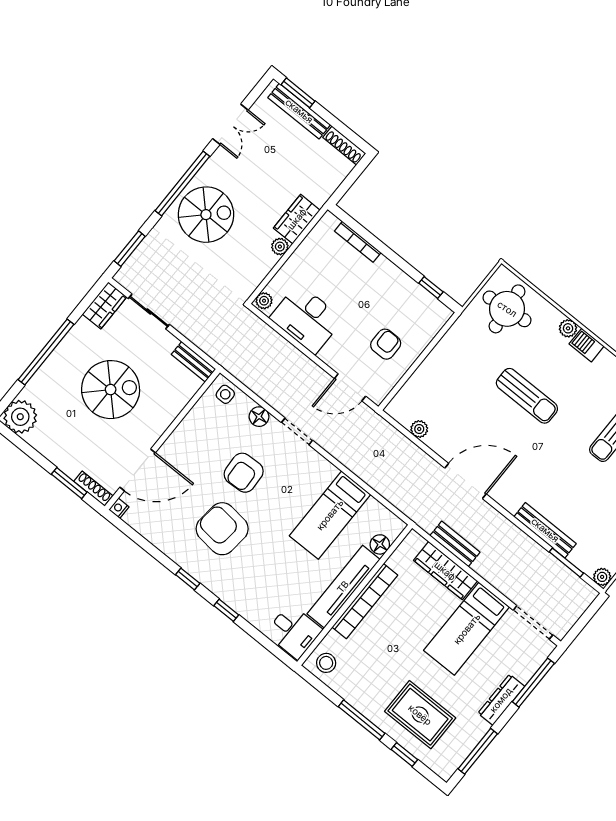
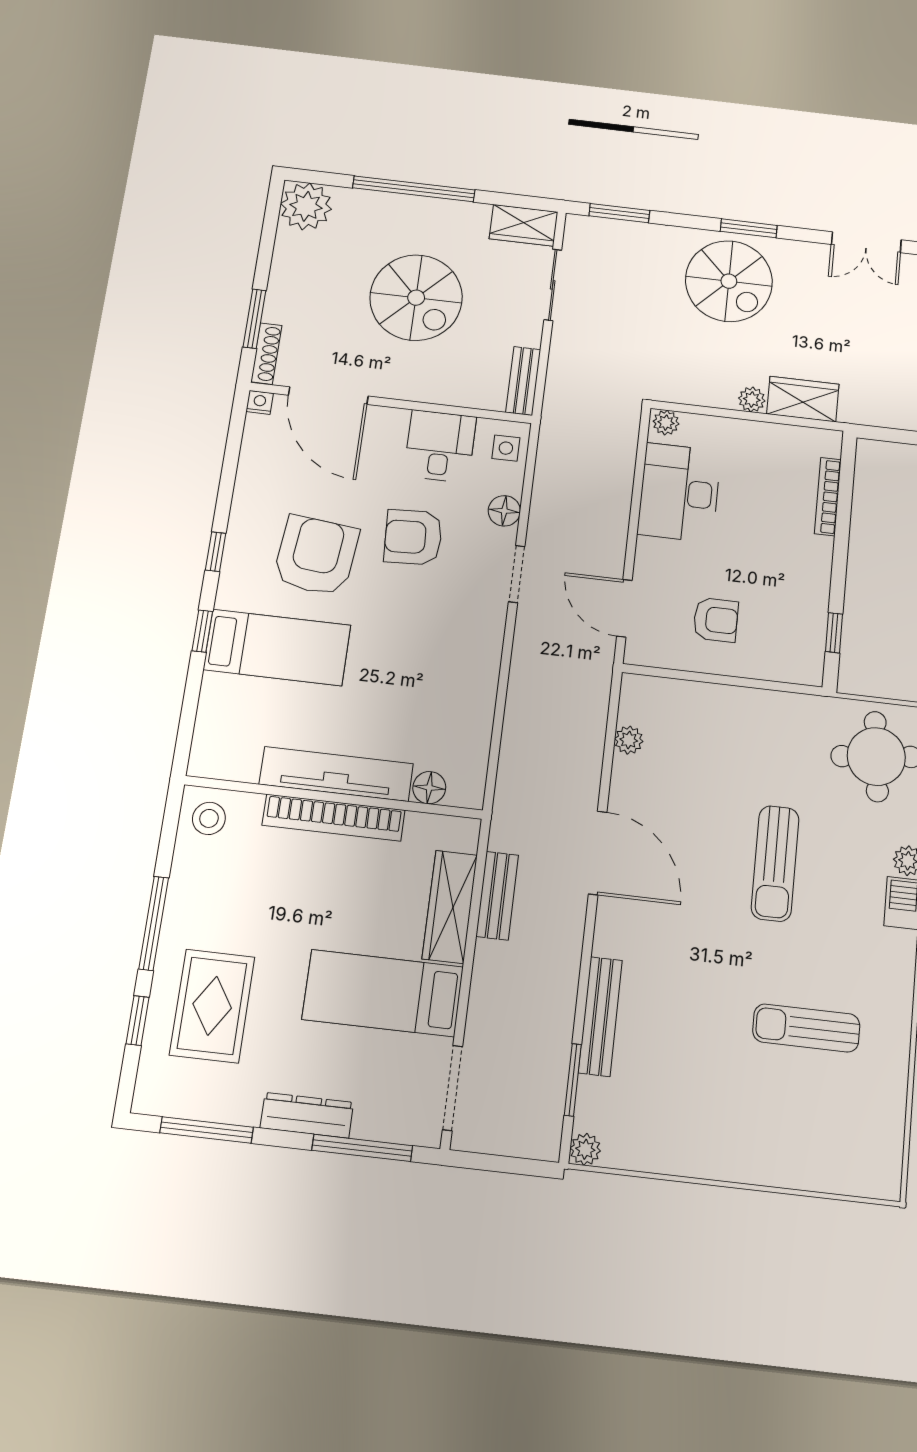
window: (182, 184) -> (749, 228), width x0.47
bed: (330, 515) -> (277, 647), moved, turned 180
desk: (294, 631) -> (440, 446), moved, turned 180

